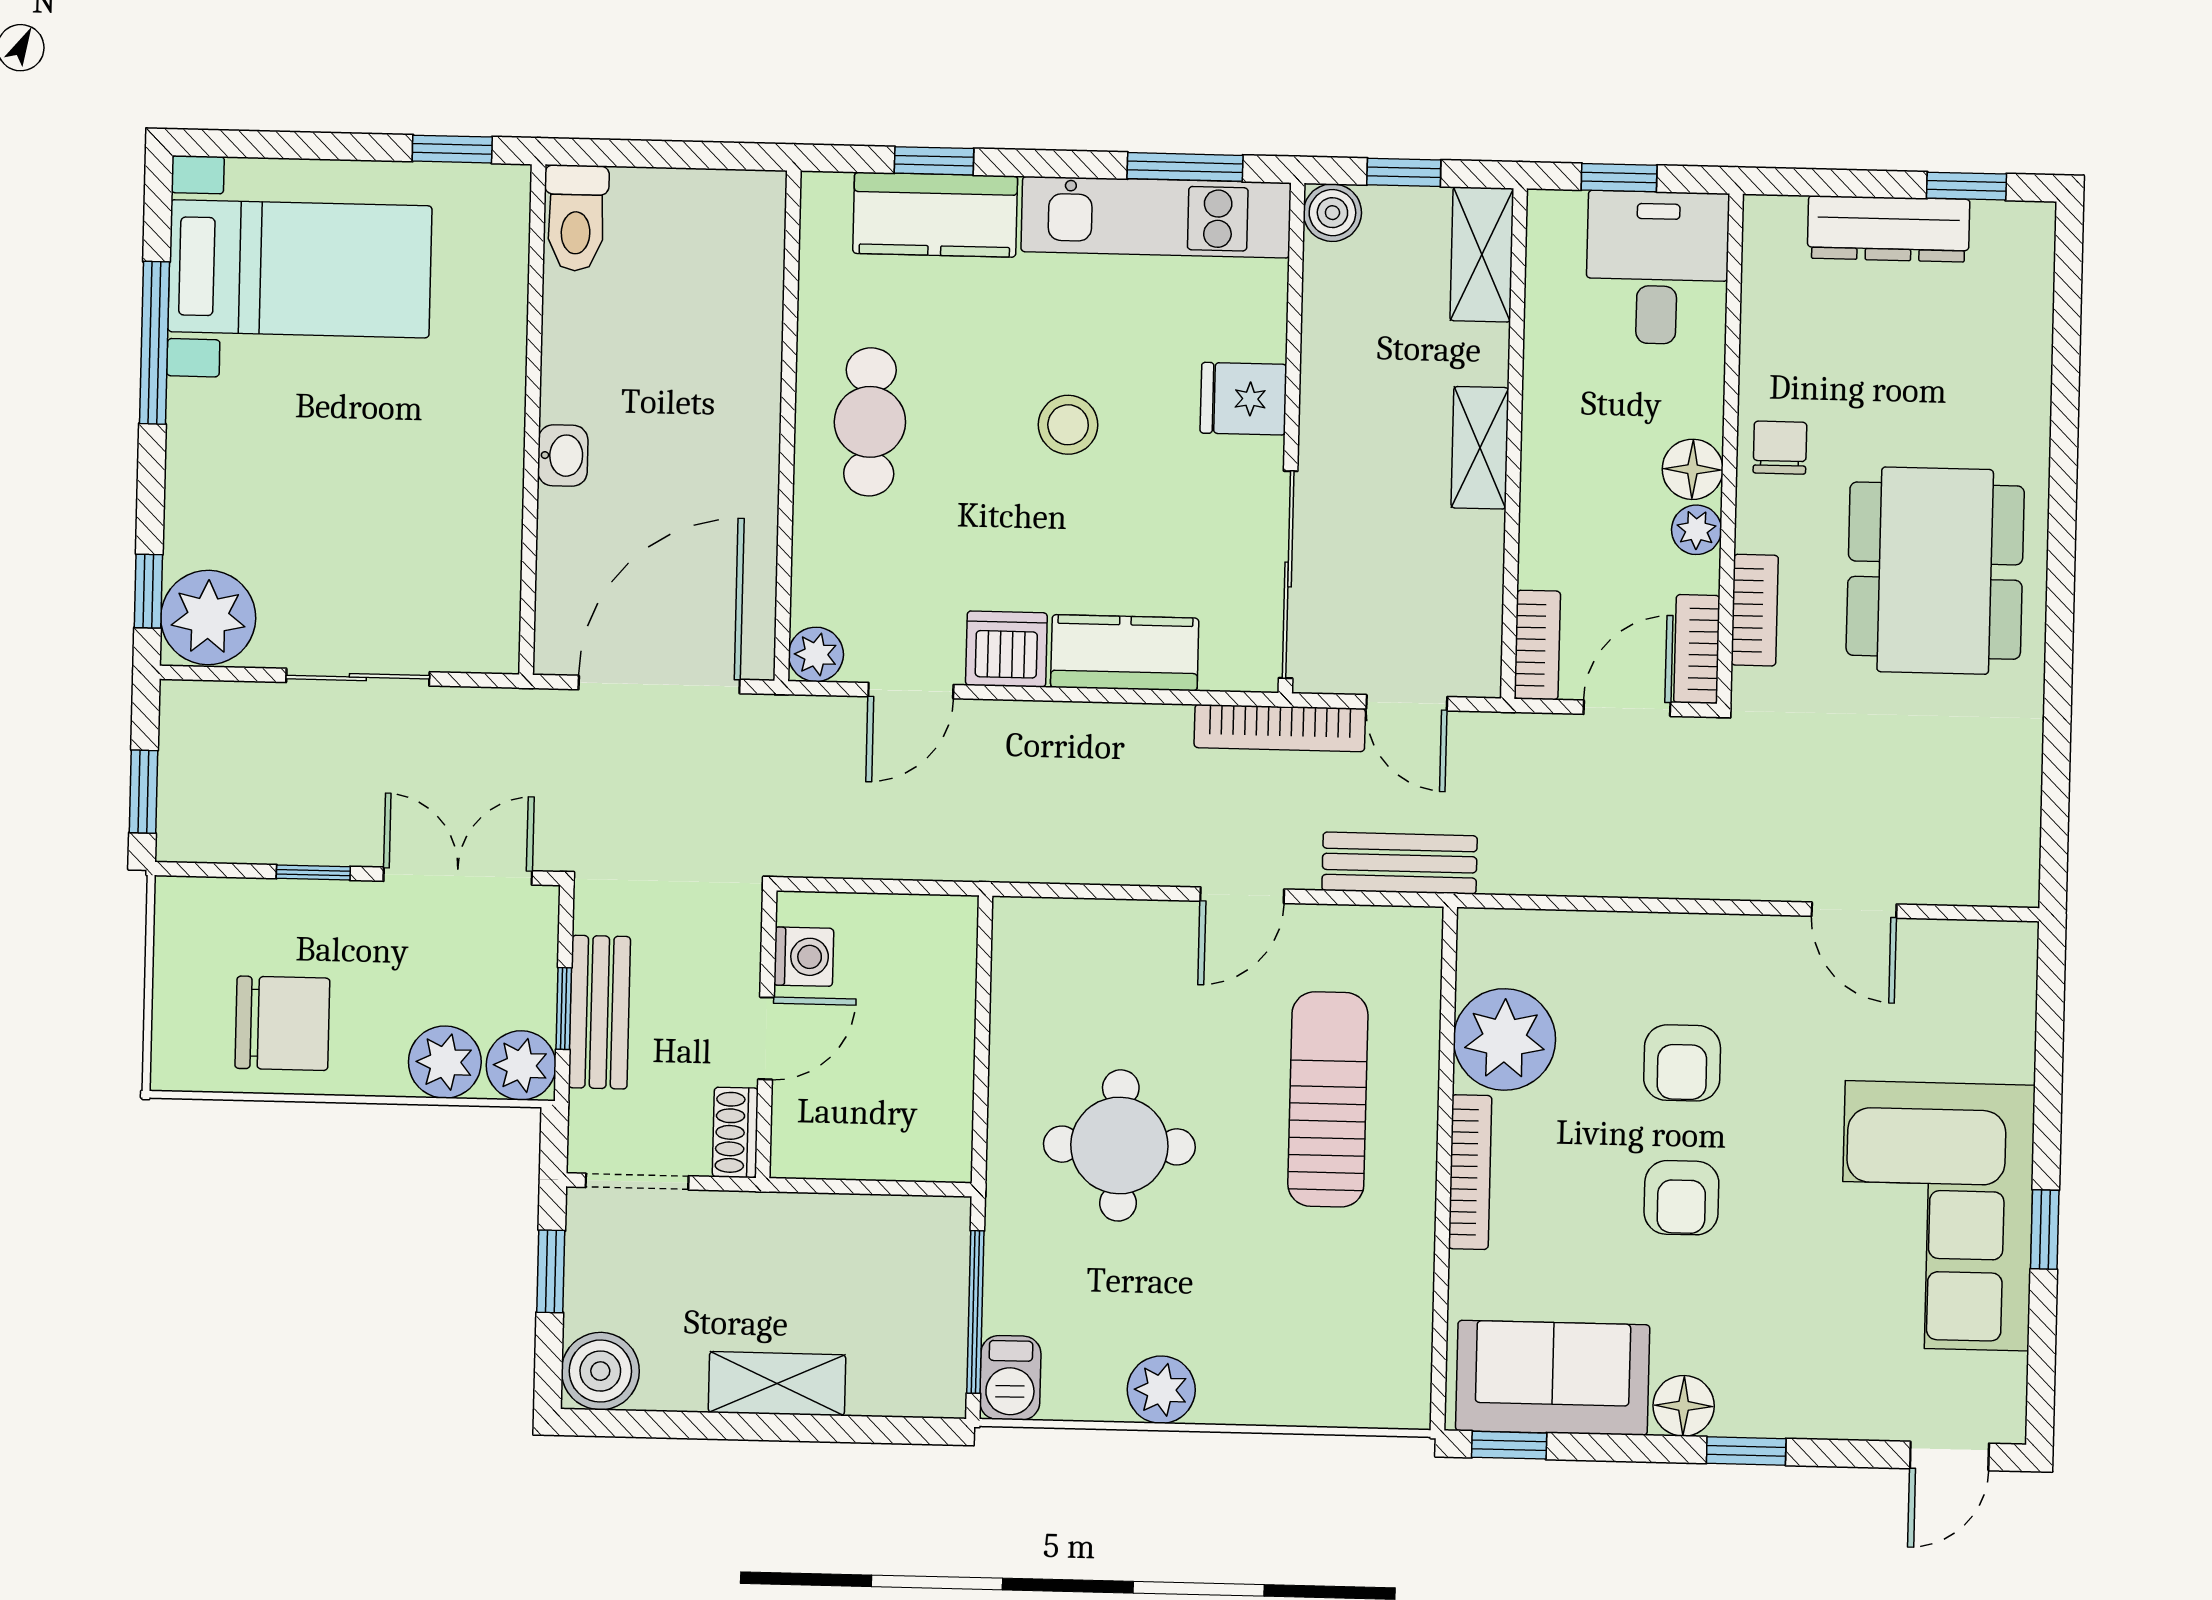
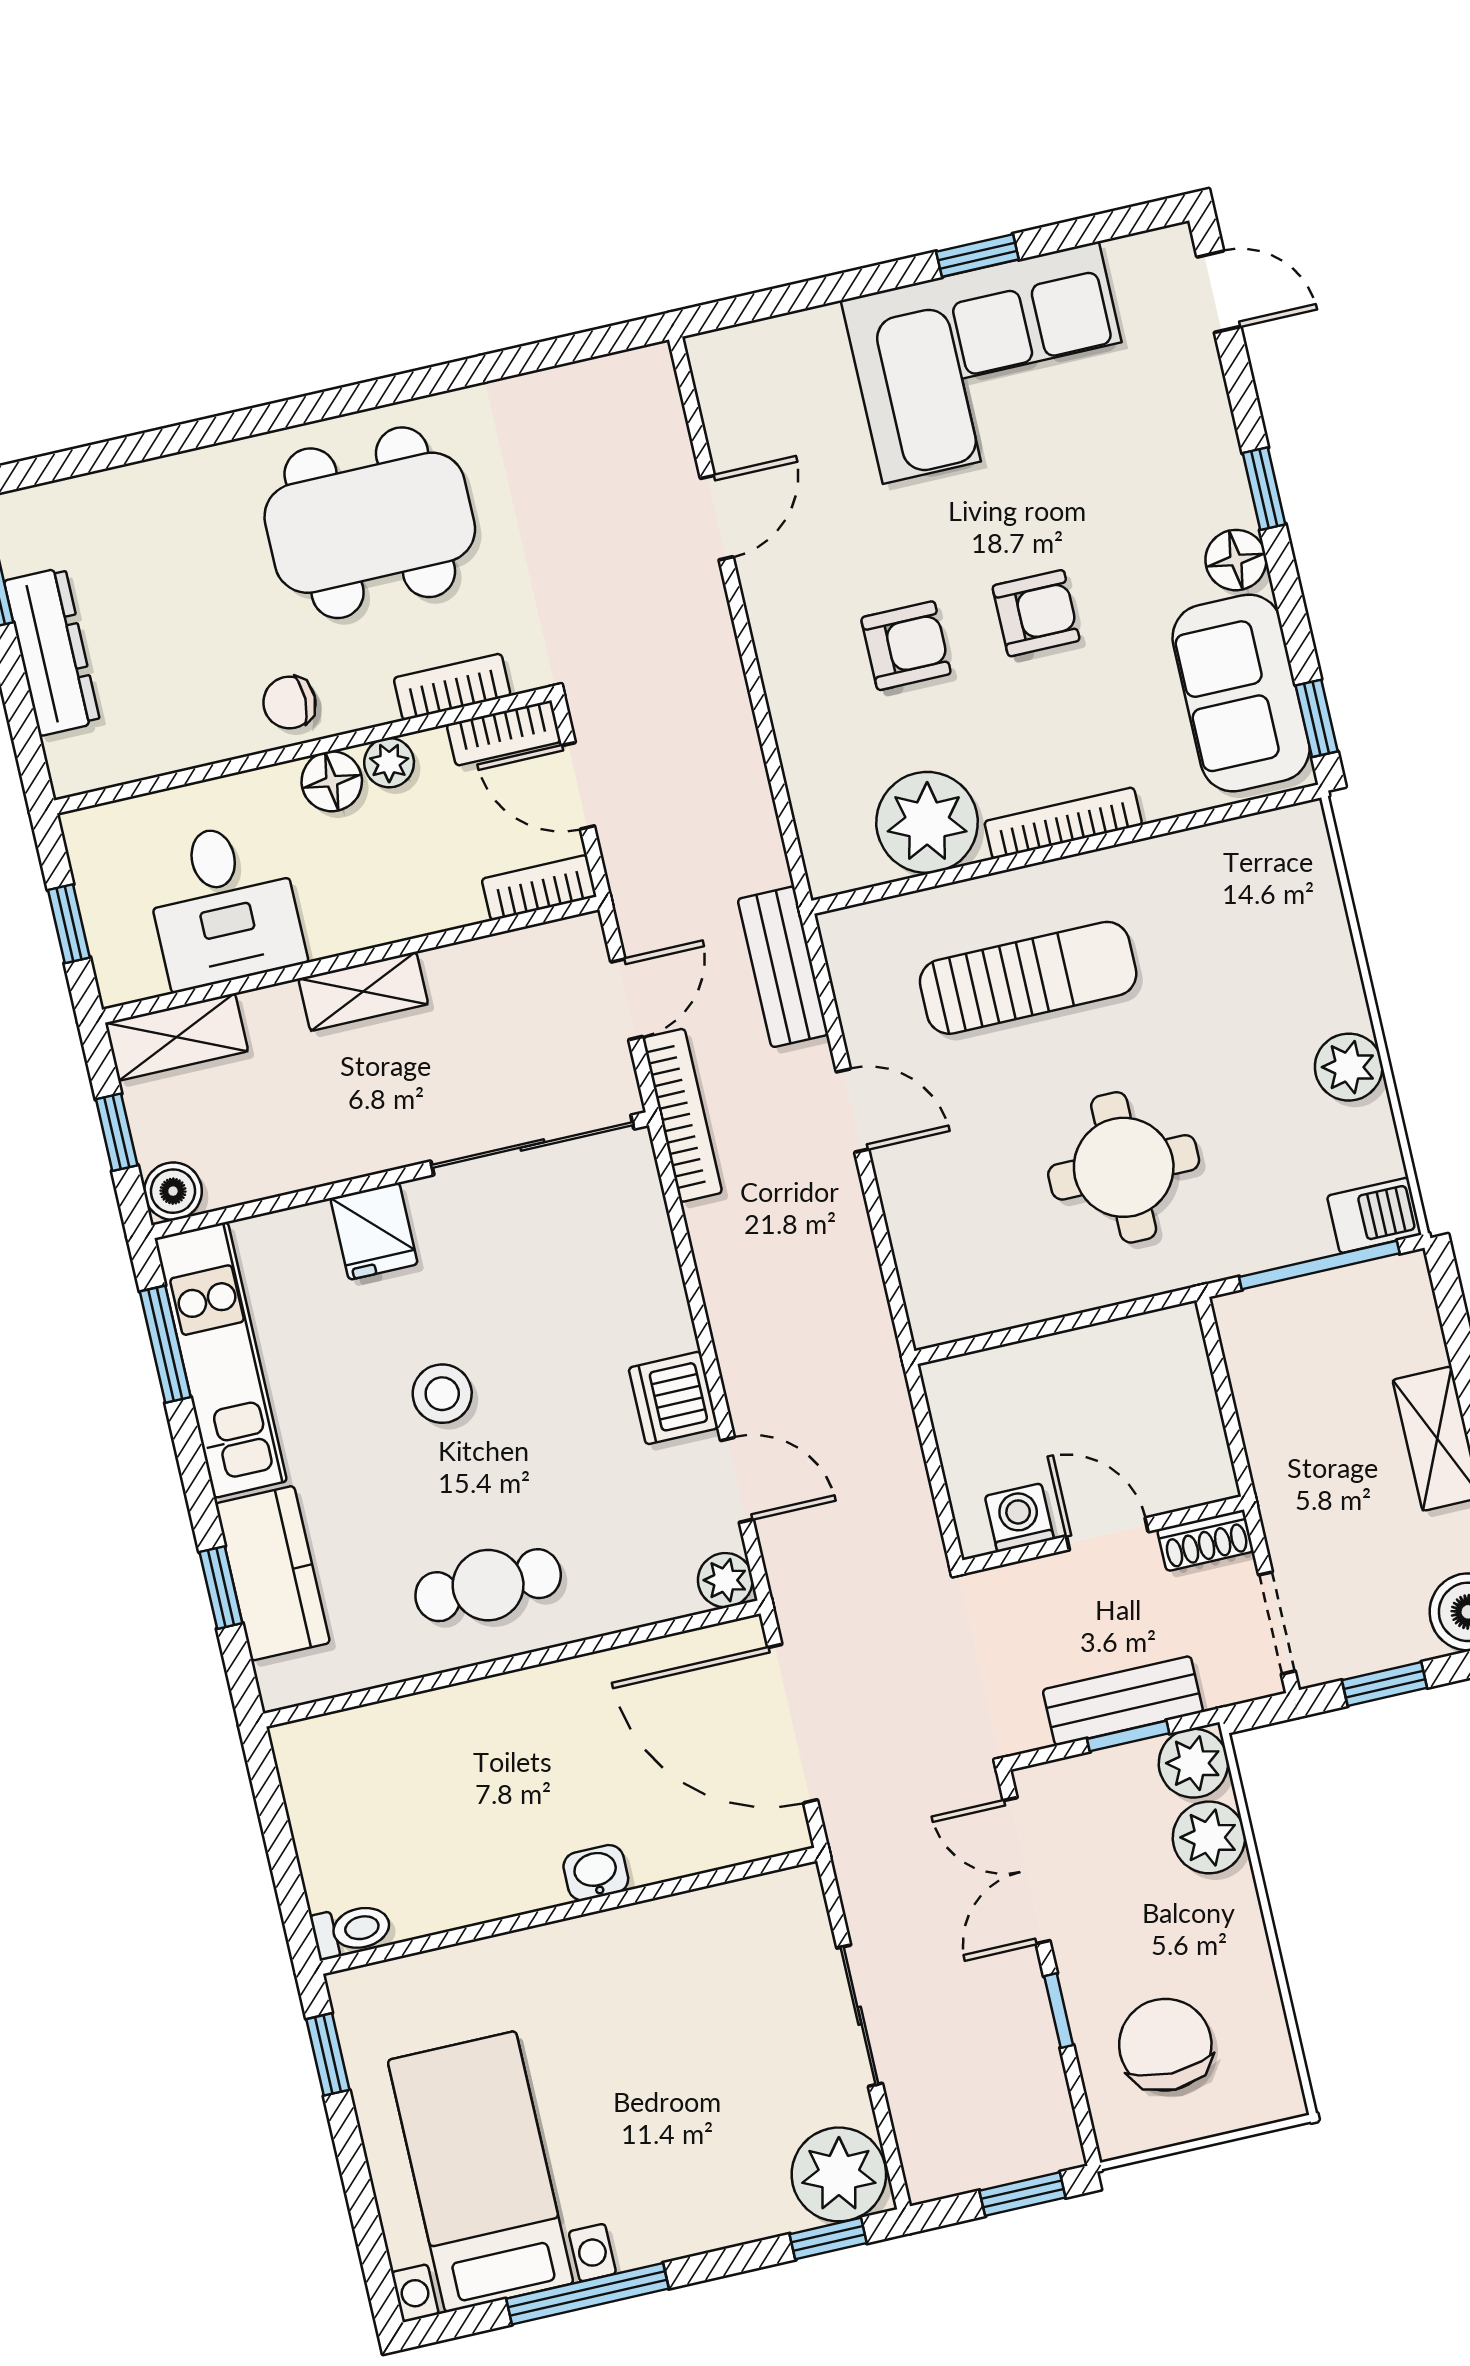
toilet: (576, 218) -> (352, 1930), width x0.73, depth x0.72
desk: (1657, 268) -> (224, 905), moved, turned -90
kitchen counter: (1125, 653) -> (648, 1283), removed
chair: (282, 1023) -> (1165, 2045), moved
sun lounger: (1328, 1099) -> (1028, 978), turned 180

